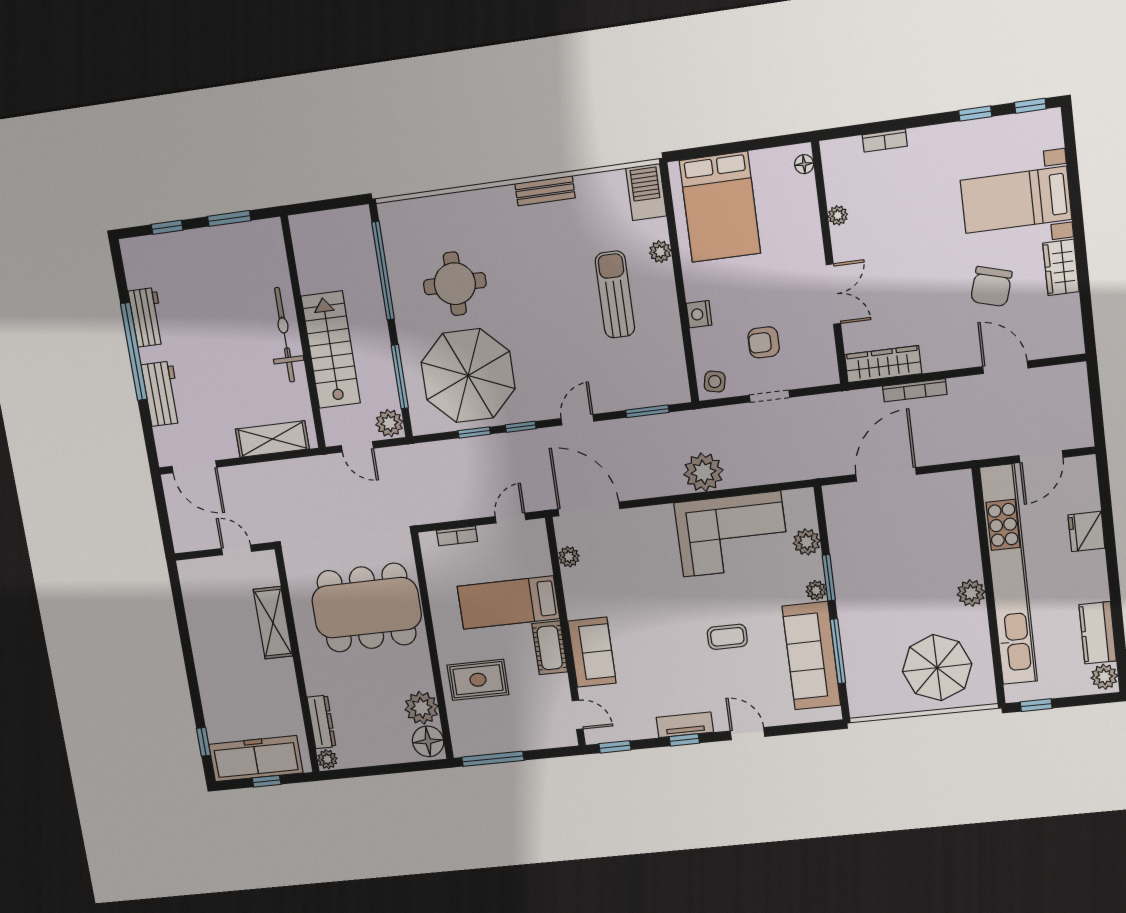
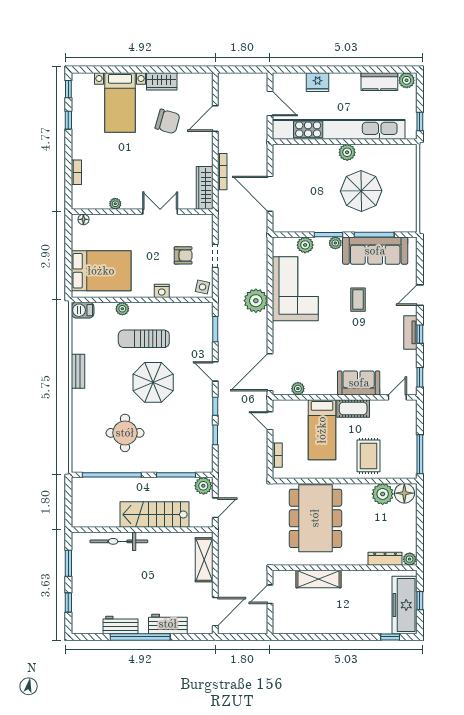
barbecue: (646, 192) -> (83, 310), width x0.73, depth x0.79
bicycle: (285, 335) -> (119, 541), moved
armchair: (764, 342) -> (183, 255), turned -90
parasol: (468, 376) -> (153, 382), moved, width x0.73, depth x0.73
parasol: (937, 668) -> (361, 191), moved

